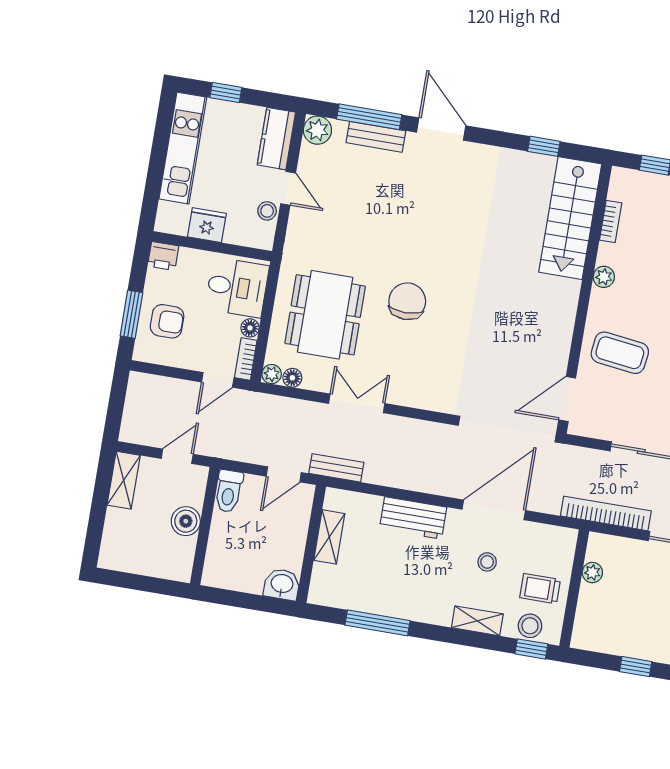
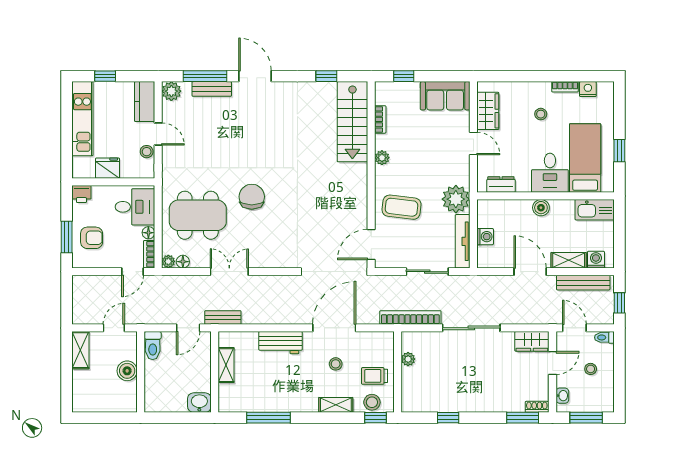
dining table: (325, 315) -> (198, 215), turned 90

